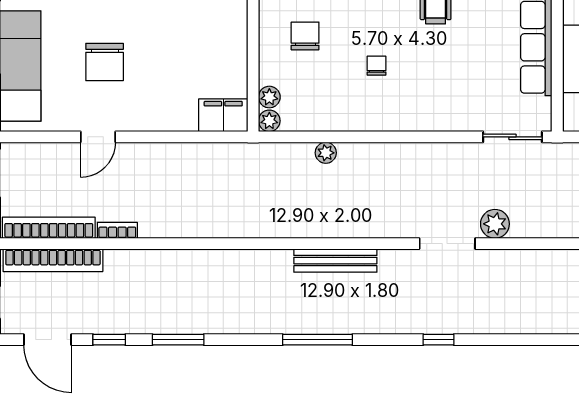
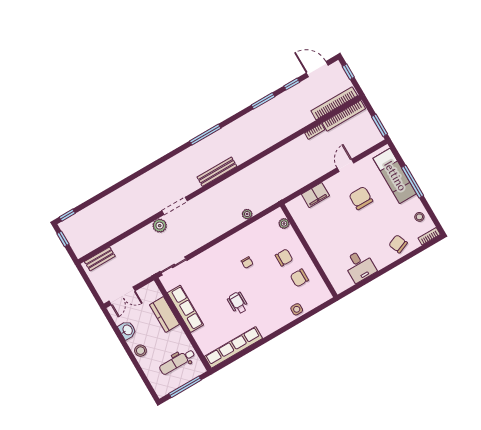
chair: (305, 36) -> (284, 258), turned -90
filing cabinet: (223, 115) -> (315, 195), moved
plant: (269, 121) -> (278, 214), removed
window: (438, 340) -> (155, 164), removed

